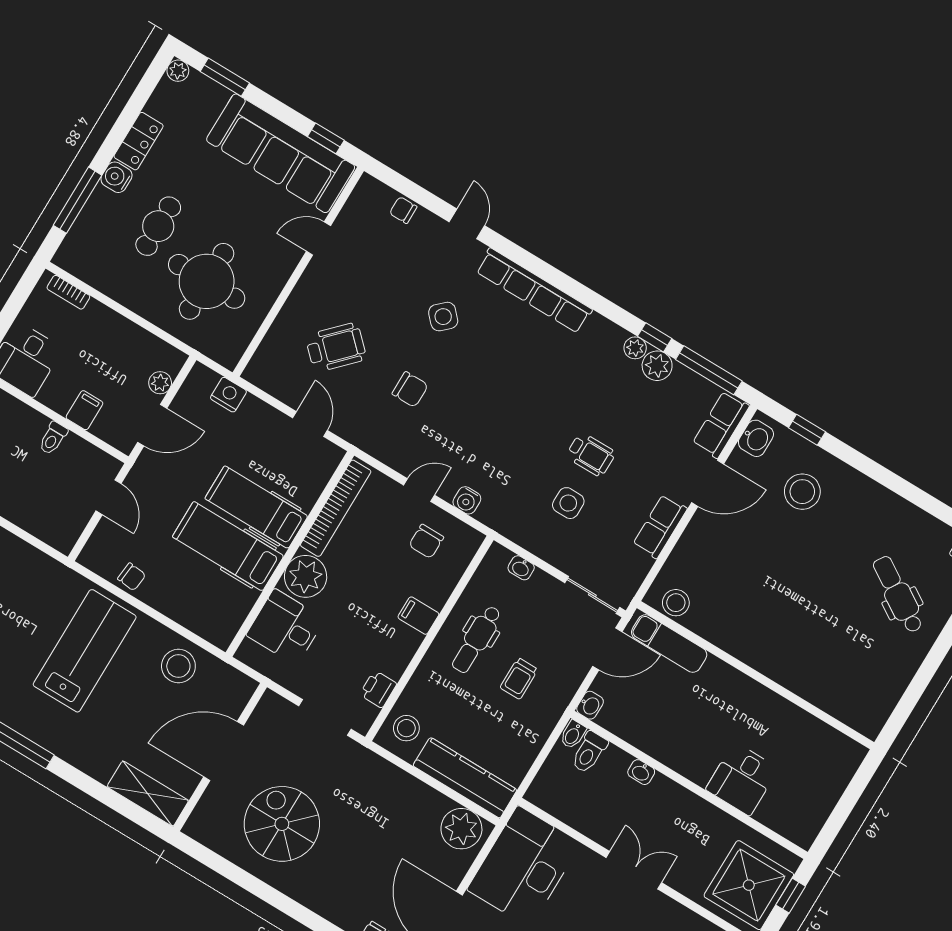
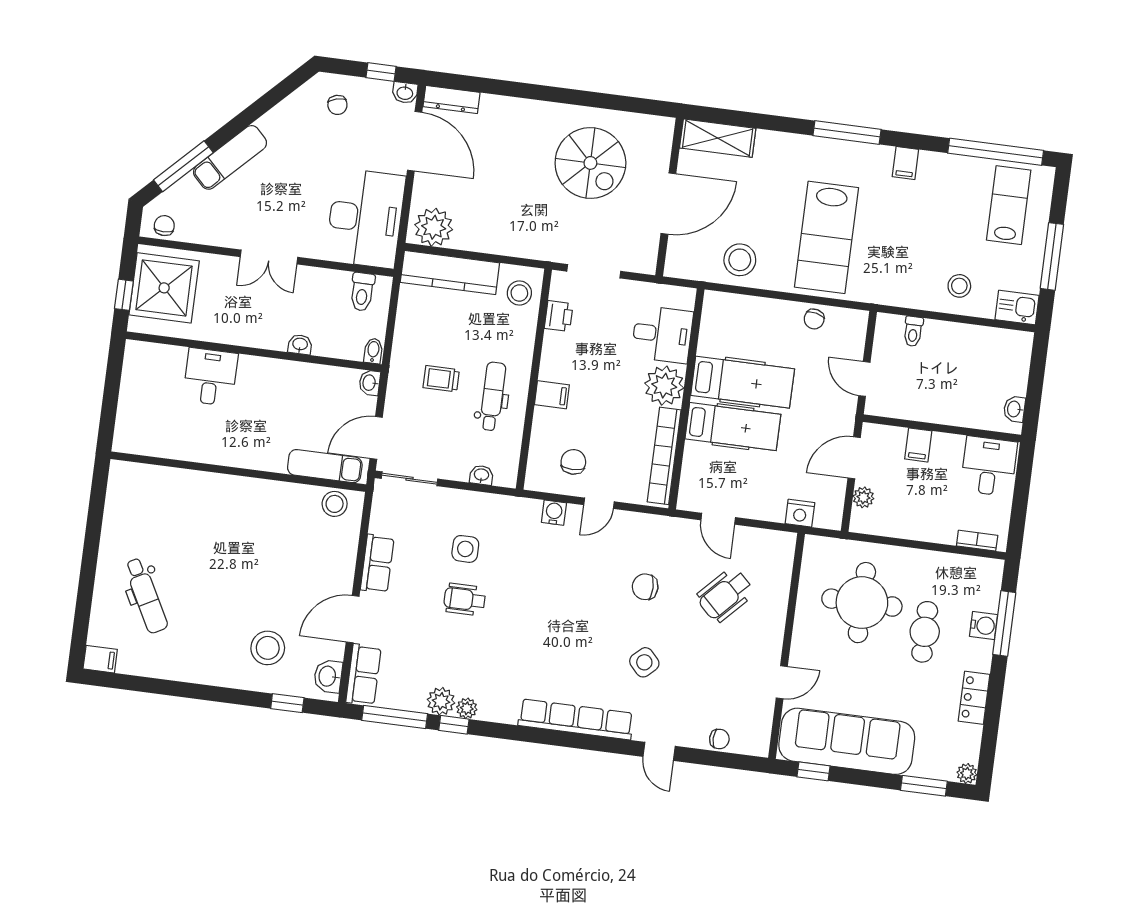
water cooler: (116, 177) -> (984, 625), moved
toilet: (53, 438) -> (913, 331), moved, turned 180
chair: (132, 577) -> (814, 319), turned -83
dental chair: (898, 594) -> (146, 596), turned 30
trolley: (519, 678) -> (441, 379), turned -90
toilet: (589, 752) -> (362, 292), moved, turned 180

